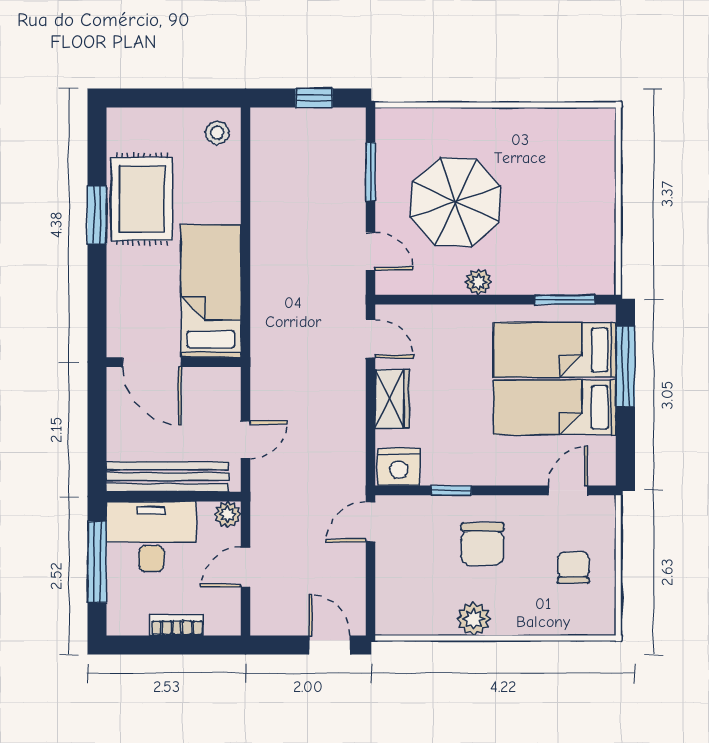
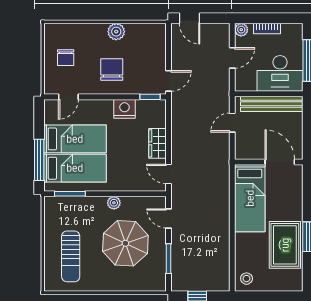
sun lounger: (563, 176) -> (71, 256), added
nightstand: (399, 467) -> (124, 109), moved
window: (451, 490) -> (150, 97), moved
plant: (228, 514) -> (241, 30), moved

